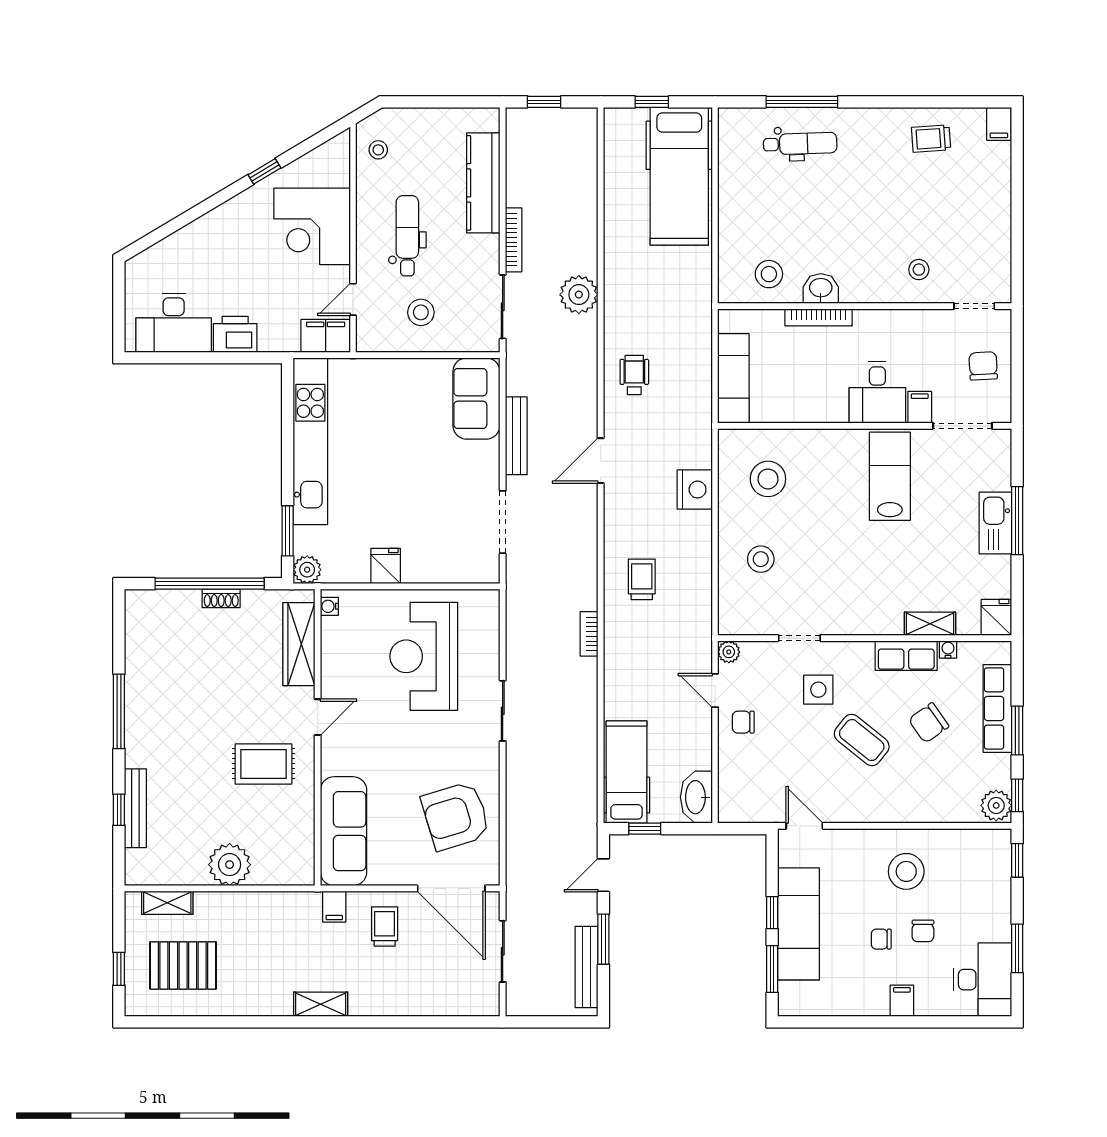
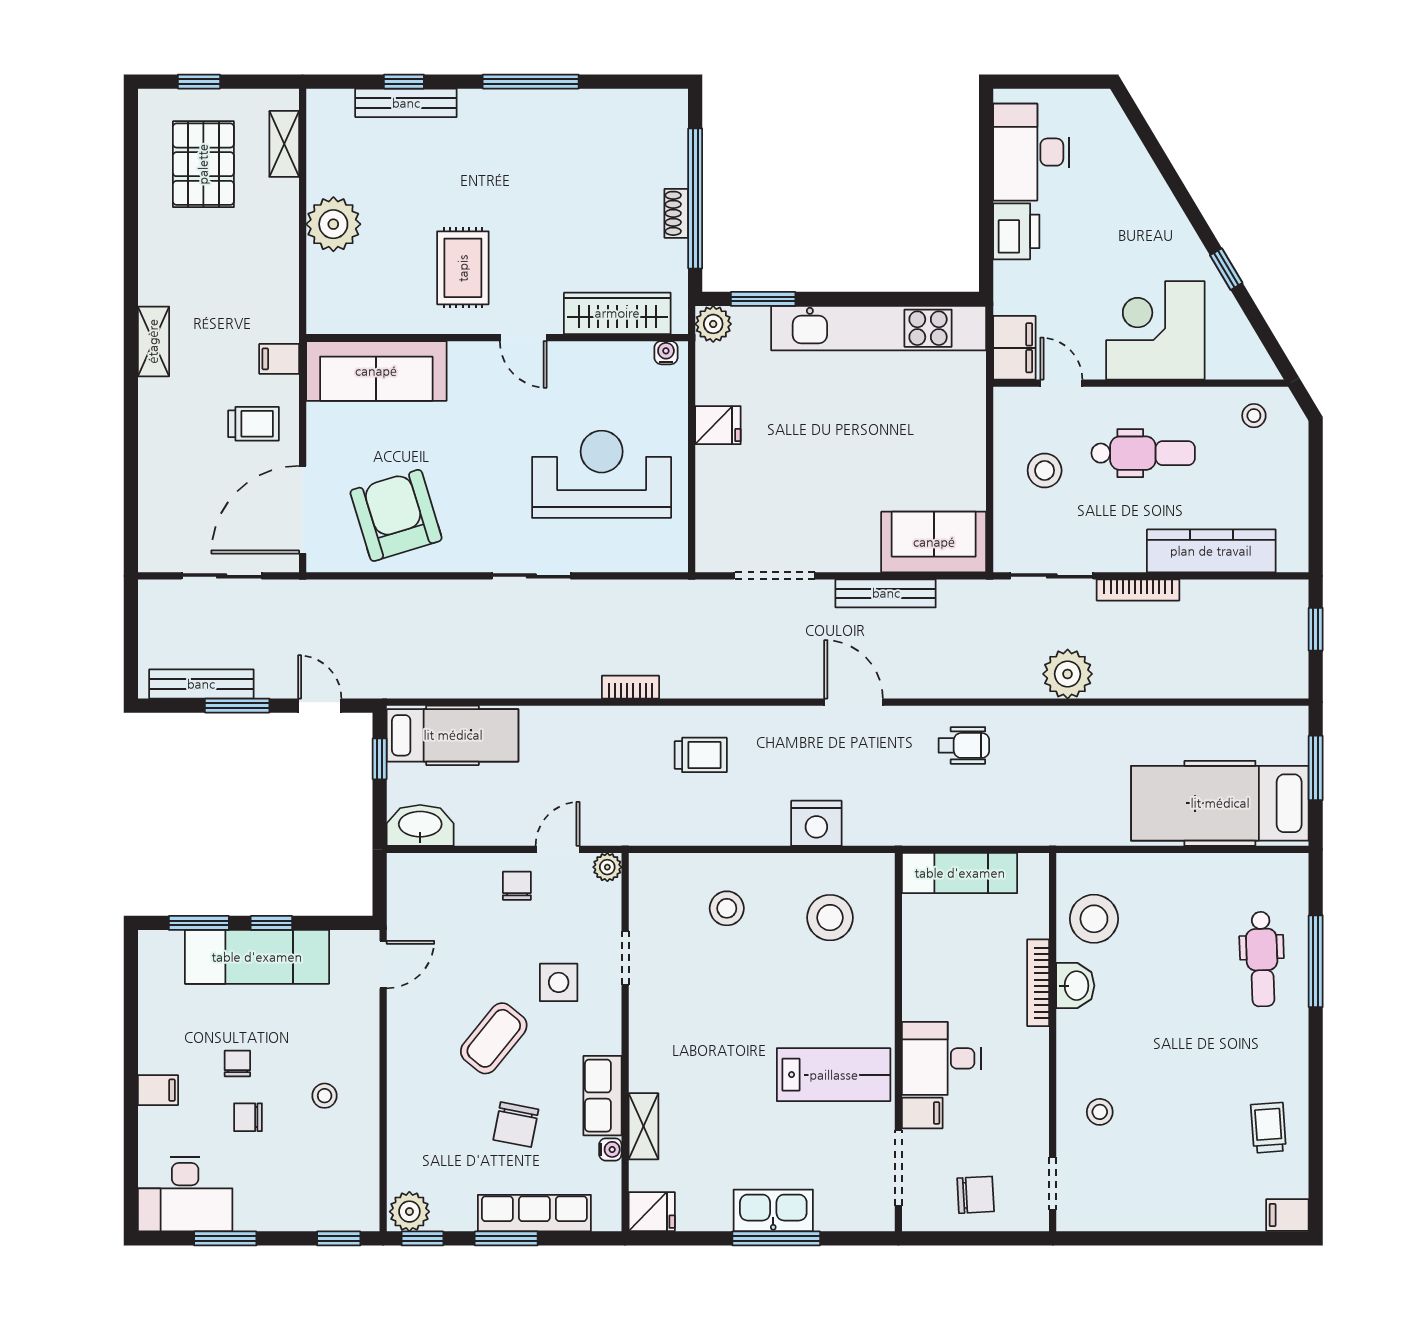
window: (652, 102) -> (1316, 768), width x1.50
stool: (769, 274) -> (1094, 919), width x1.38, depth x1.38
chair: (929, 723) -> (516, 1125), turned -134
stool: (906, 871) -> (325, 1096), width x0.53, depth x0.53

